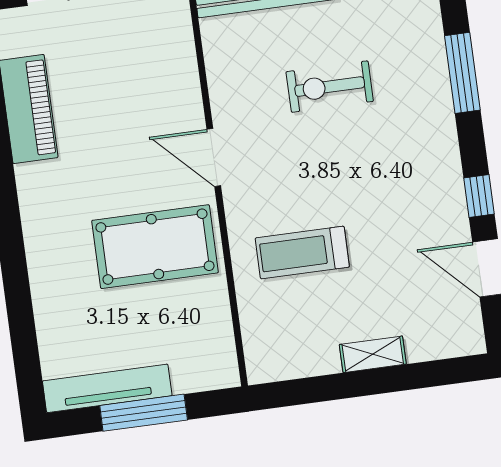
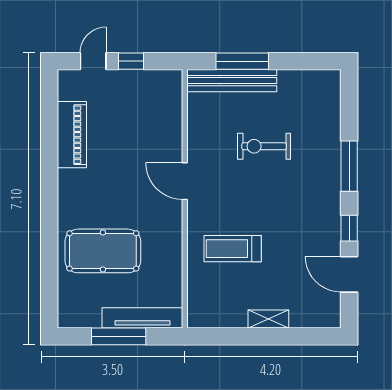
window: (462, 73) -> (349, 166), moved
pool table: (155, 247) -> (103, 251), moved
tv unit: (107, 388) -> (142, 318), moved

